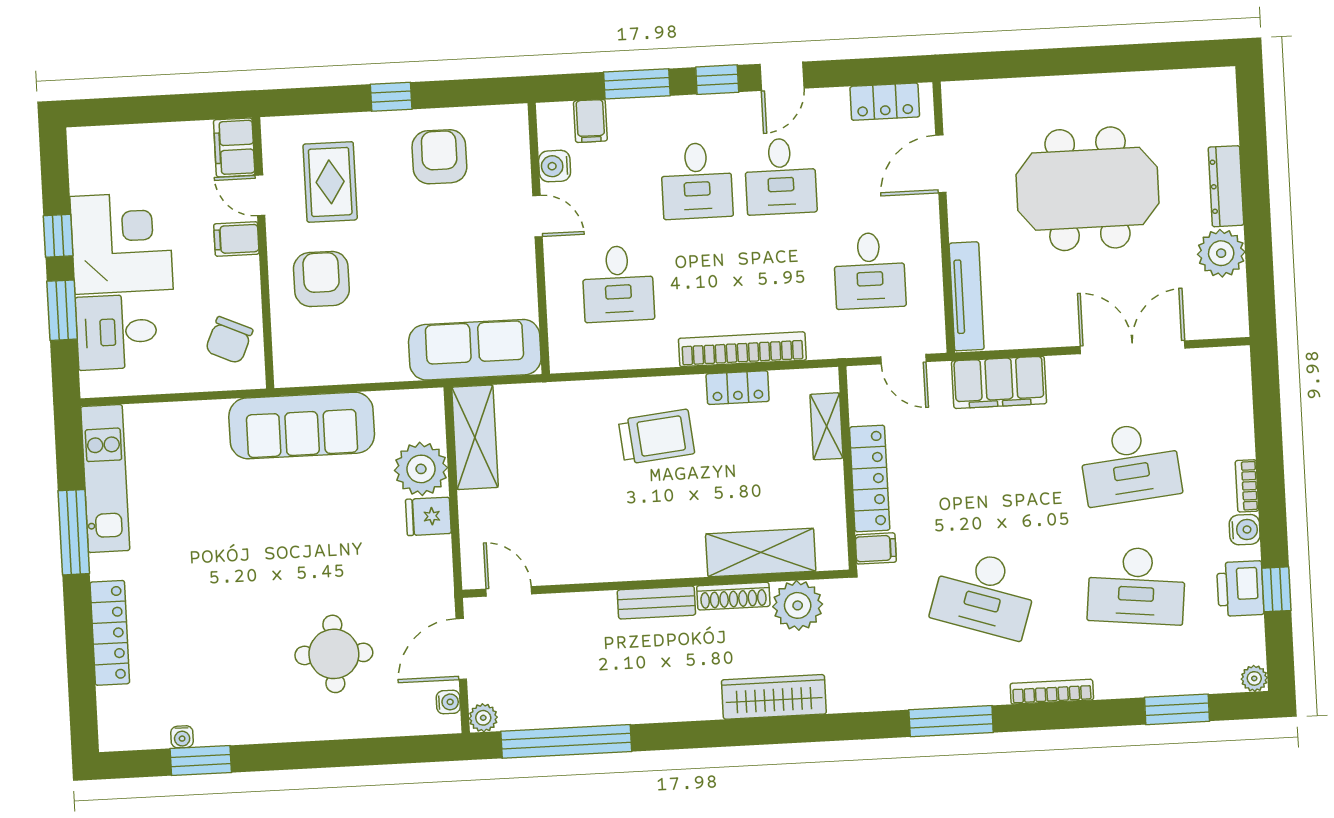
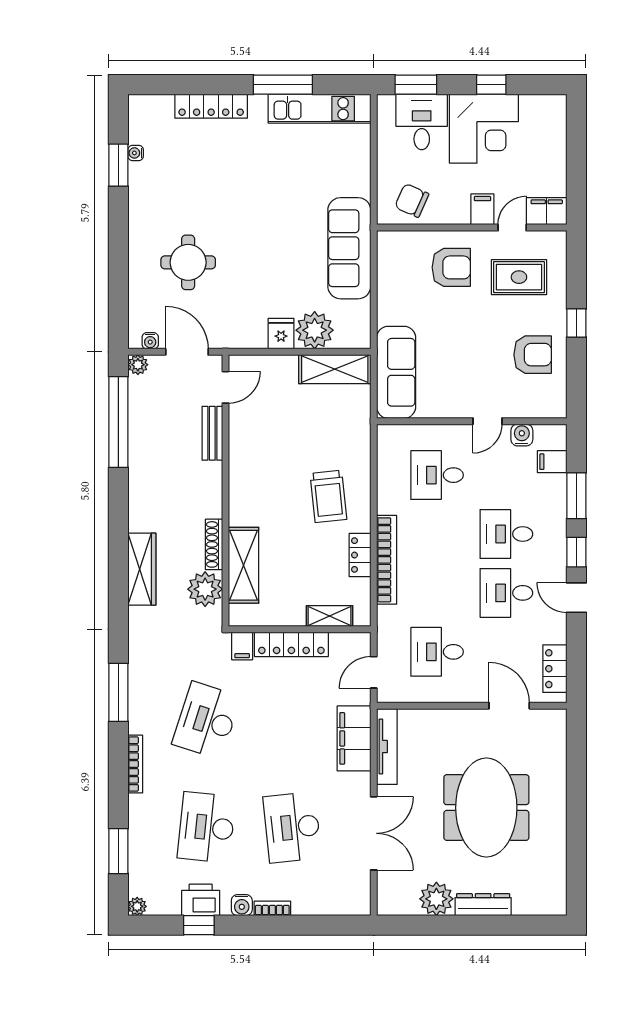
tv unit: (967, 296) -> (387, 747), moved, turned -90
window: (62, 310) -> (416, 85), moved
bench: (656, 603) -> (212, 433), moved

